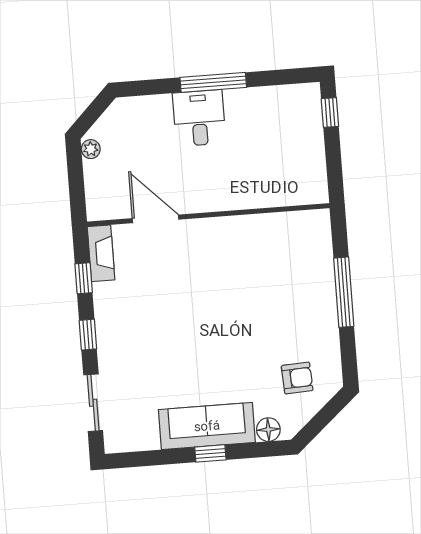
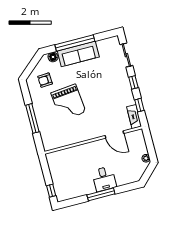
grand piano: (251, 315) -> (68, 102), added
window: (210, 453) -> (75, 43), width x3.17

